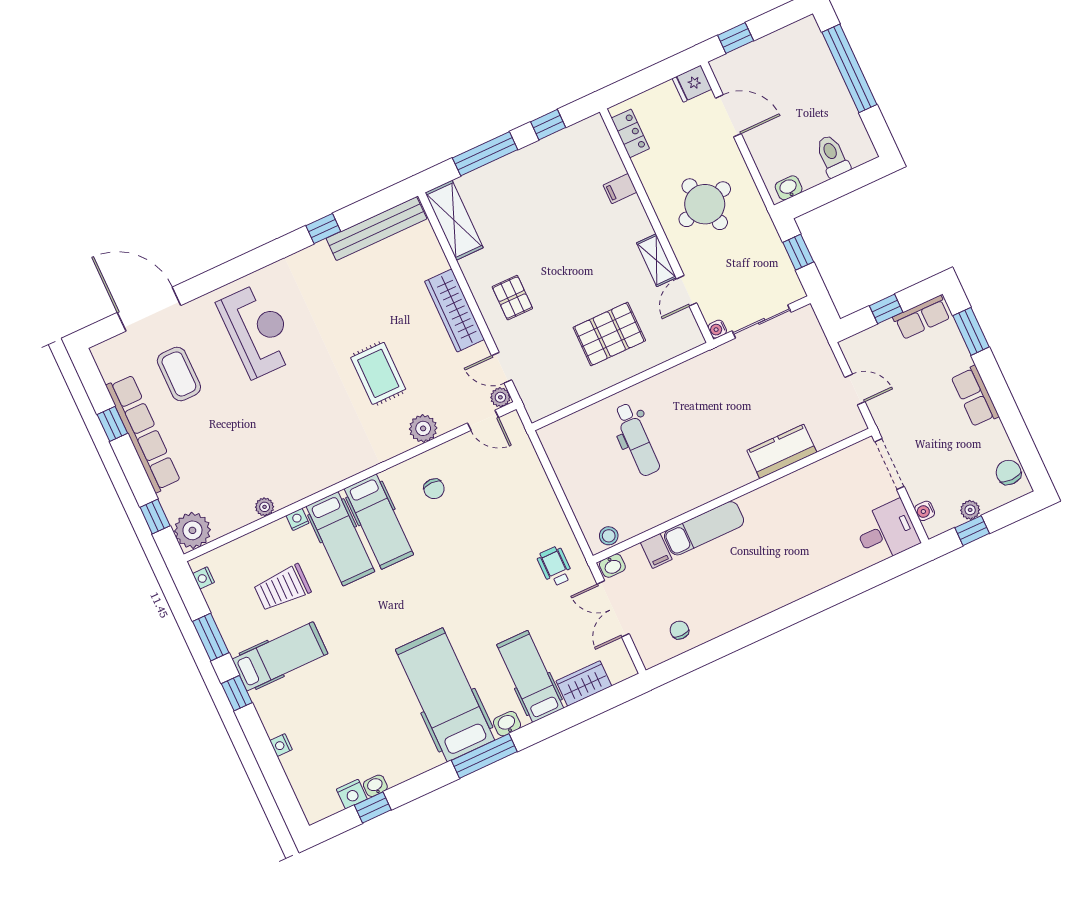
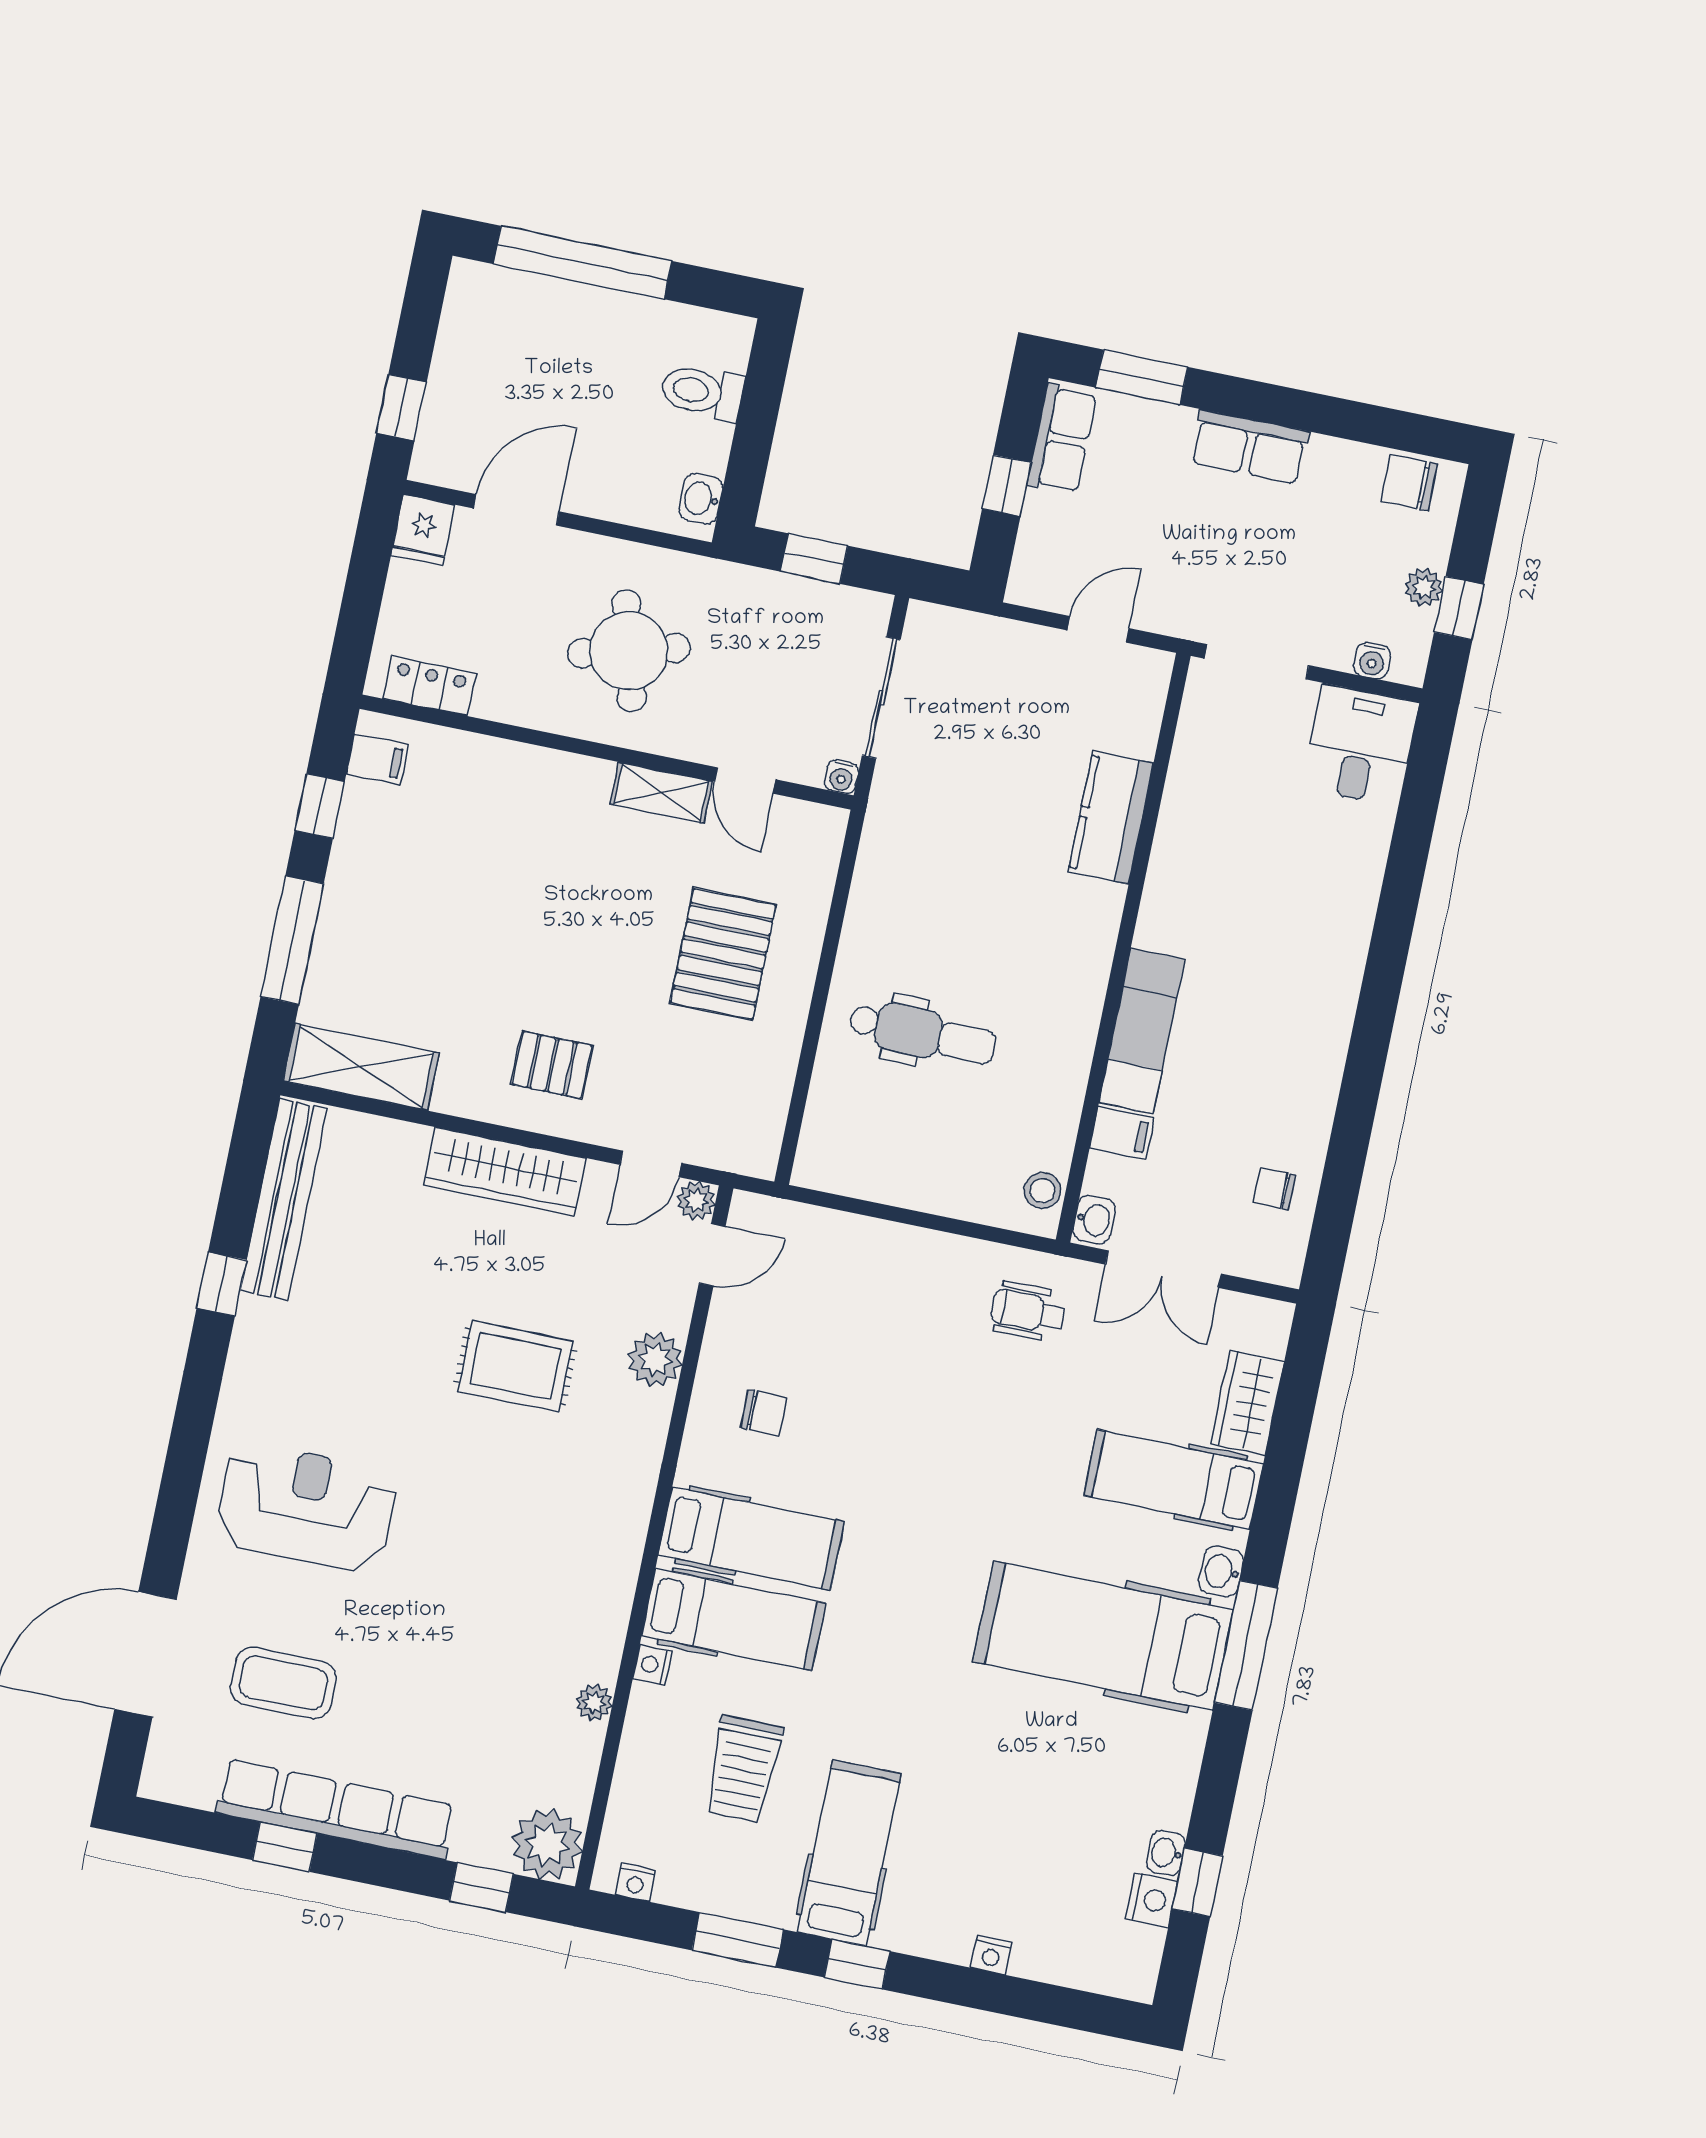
filing cabinet: (620, 189) -> (377, 759), moved, turned -90

